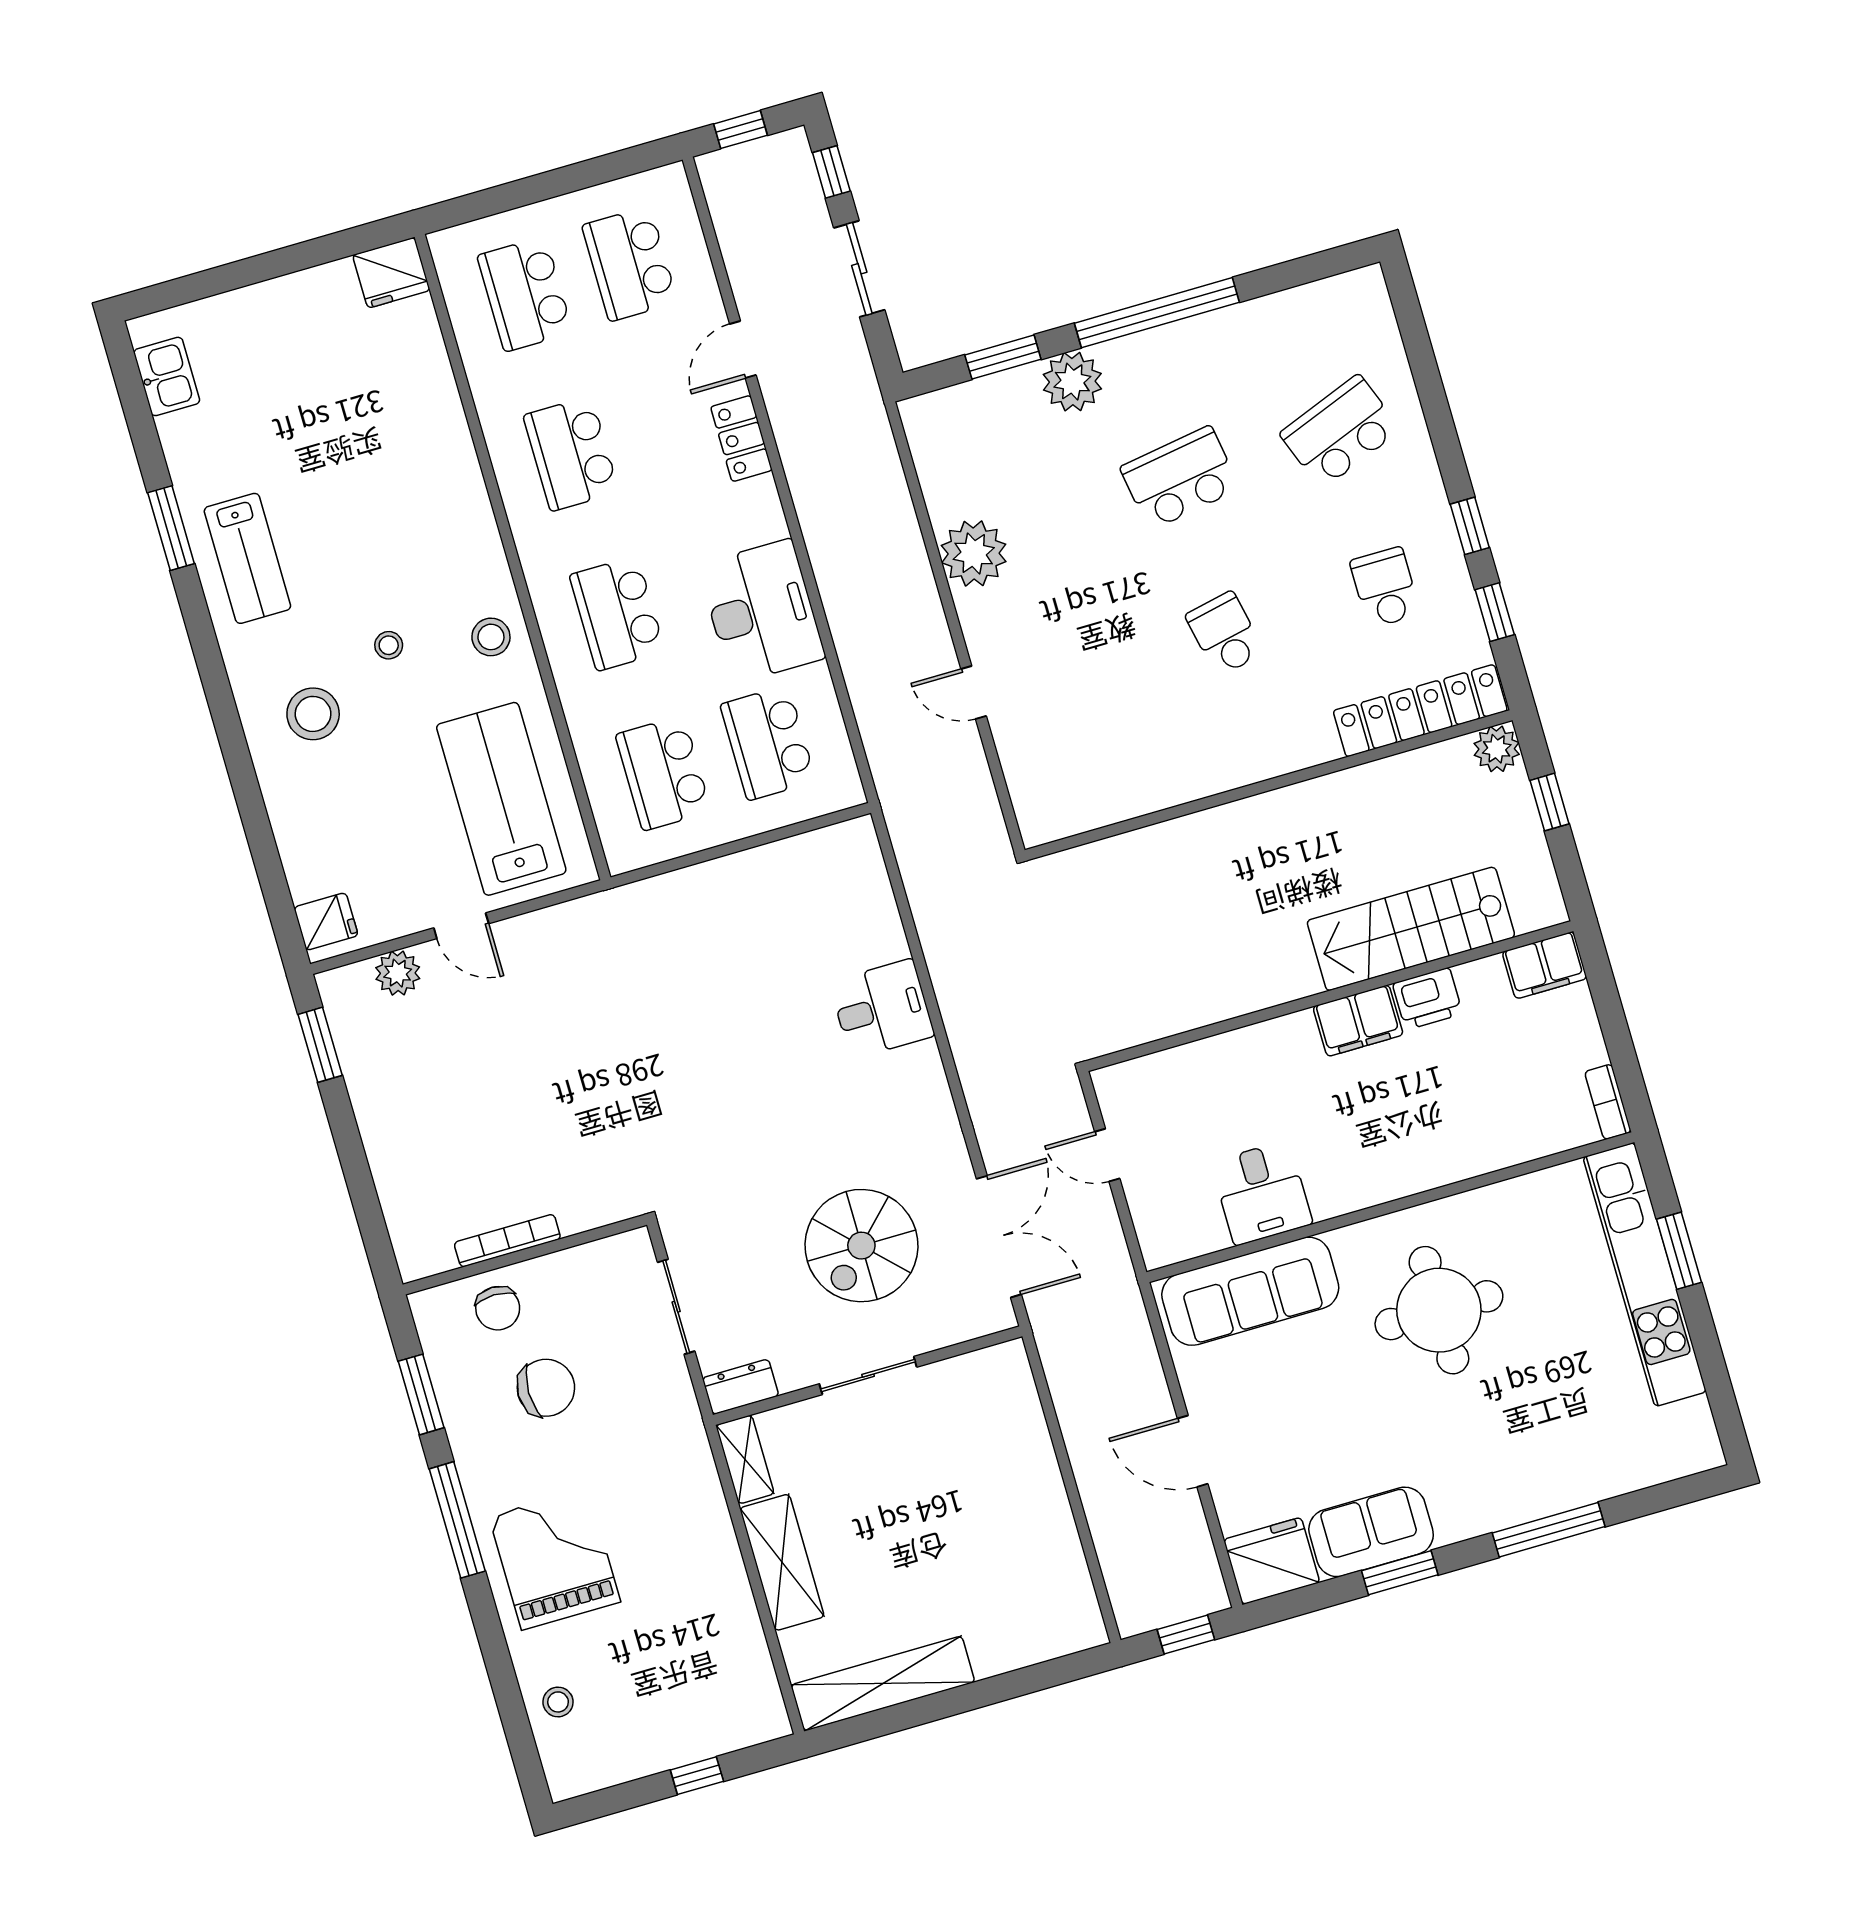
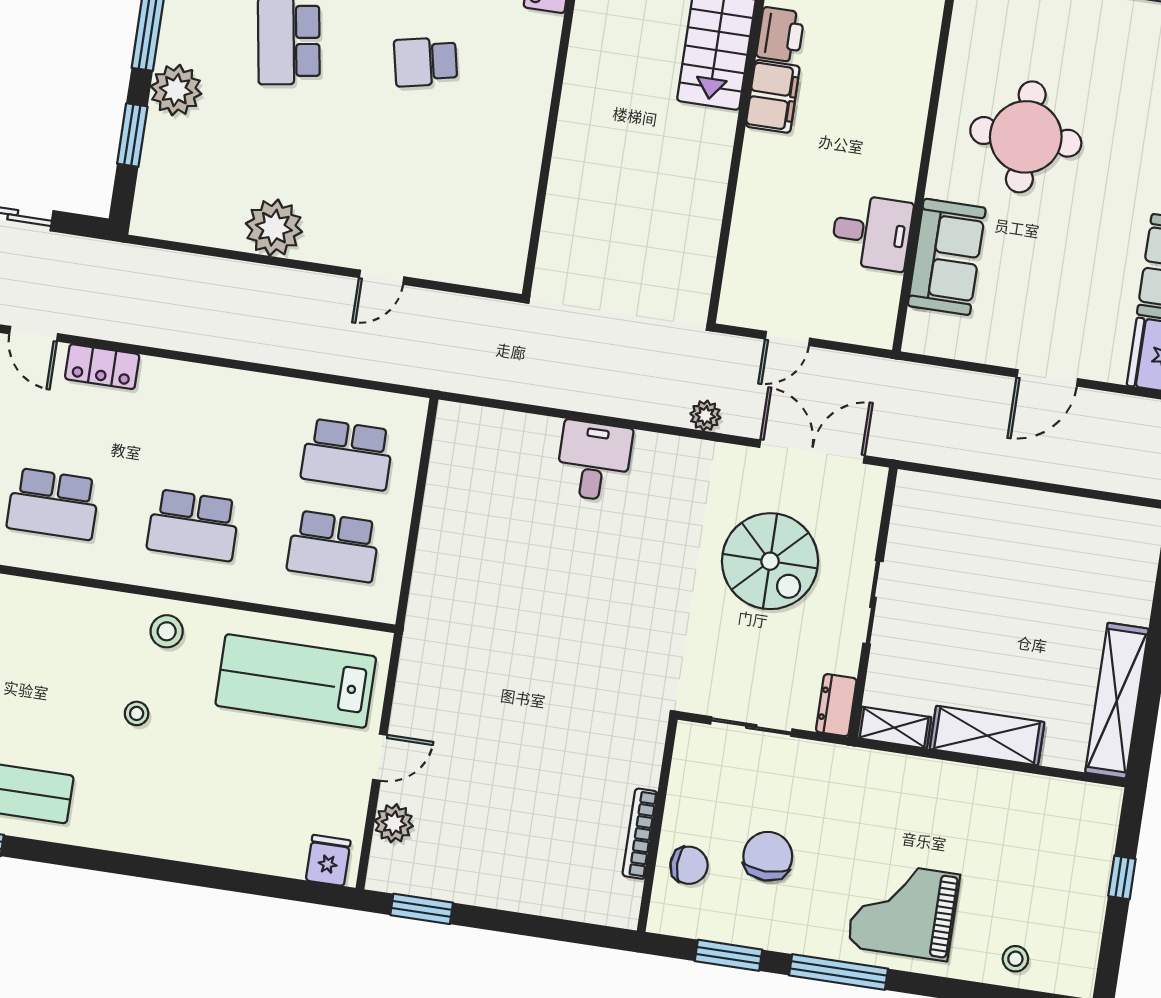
desk: (762, 611) -> (243, 413), removed
stool: (313, 714) -> (163, 797), removed
plant: (985, 1105) -> (705, 416), added
sofa: (1250, 1291) -> (947, 257), width x0.73

